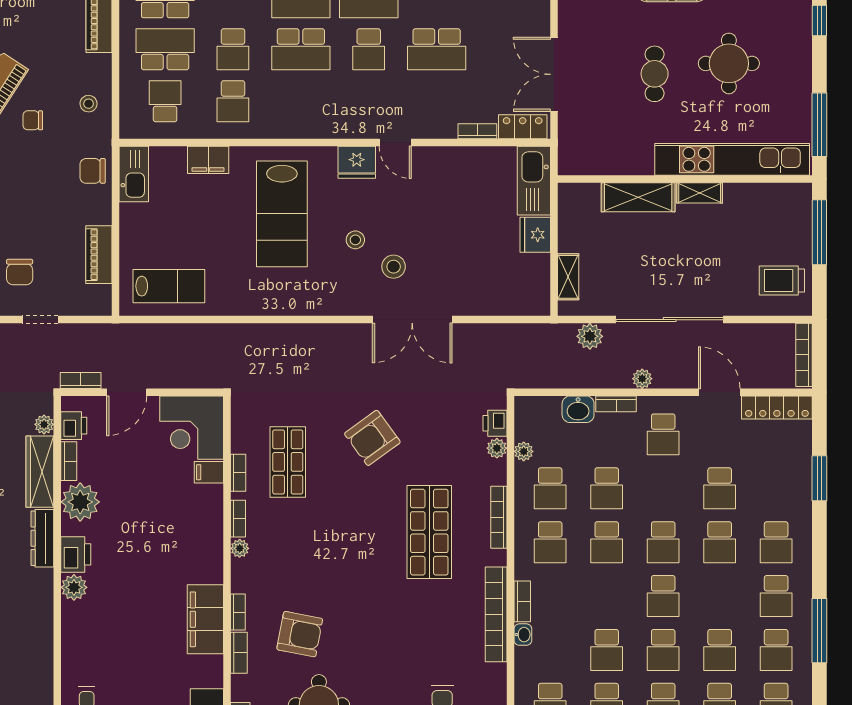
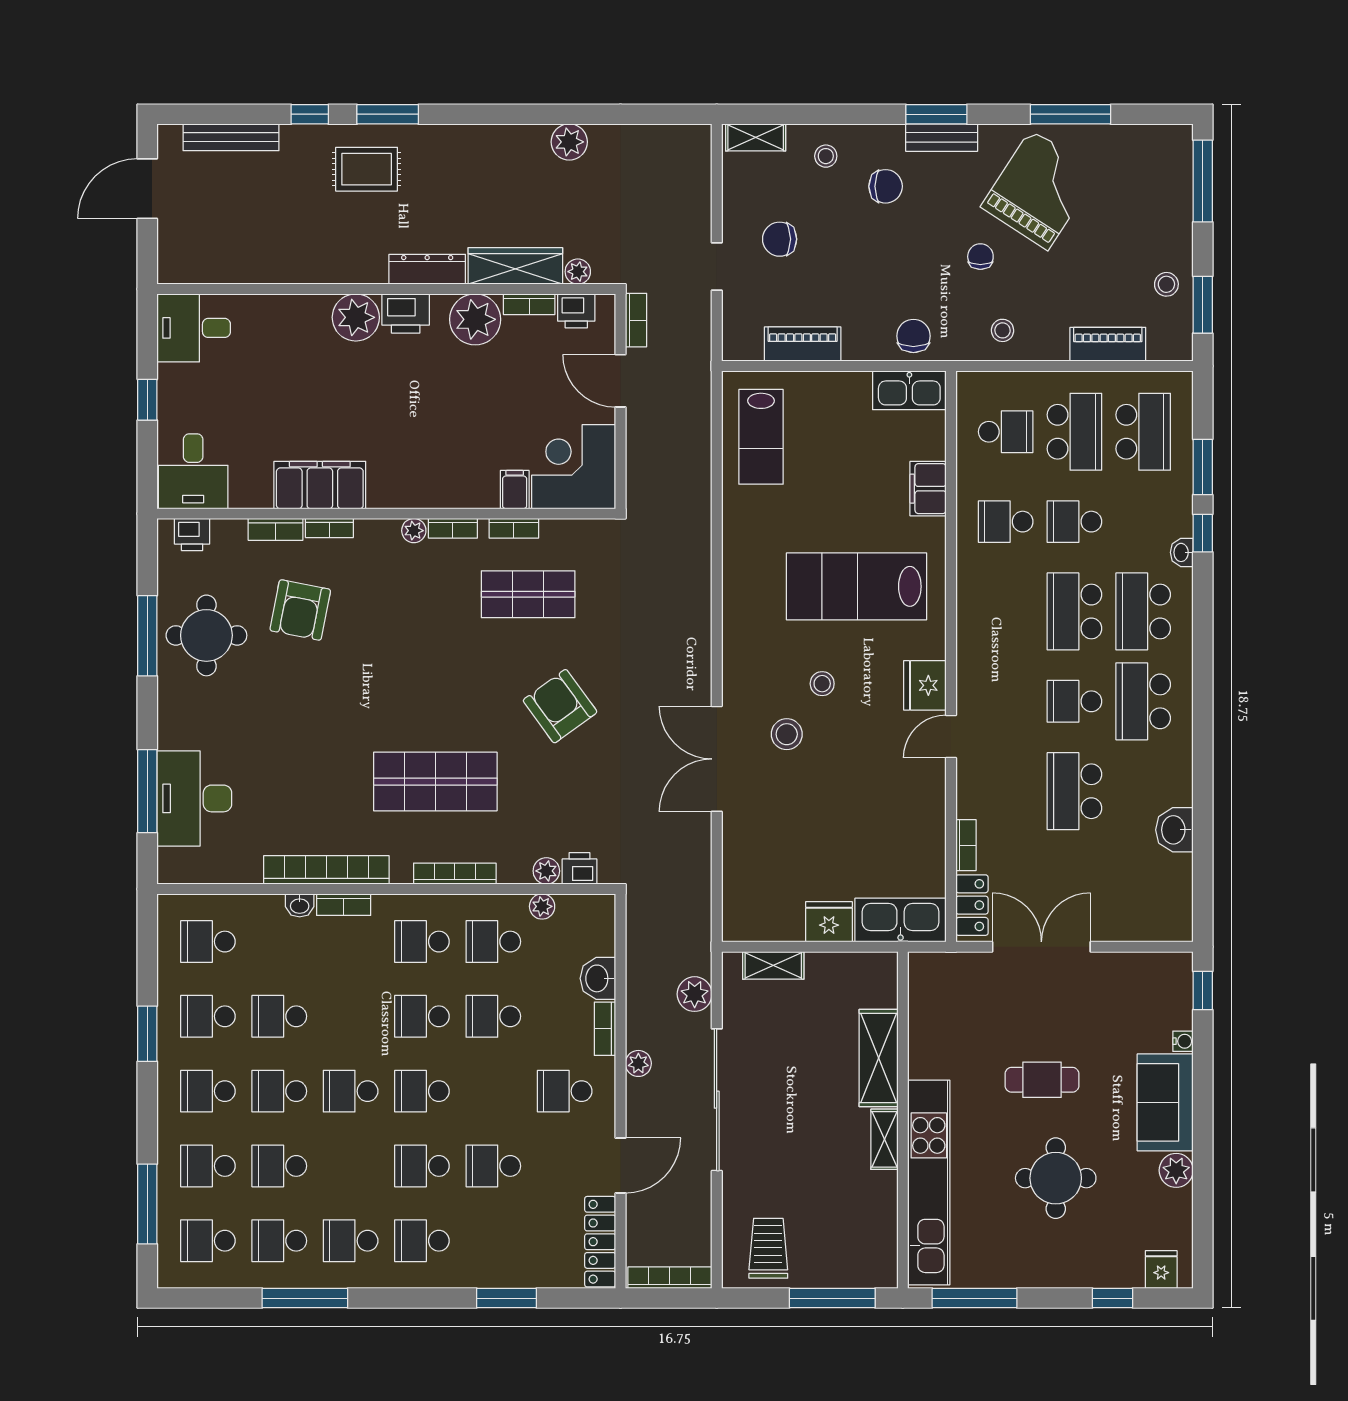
plant: (74, 587) -> (356, 317), width x1.36, depth x1.36

